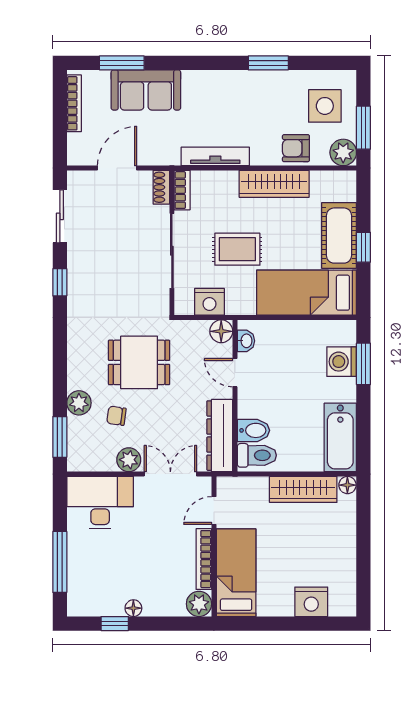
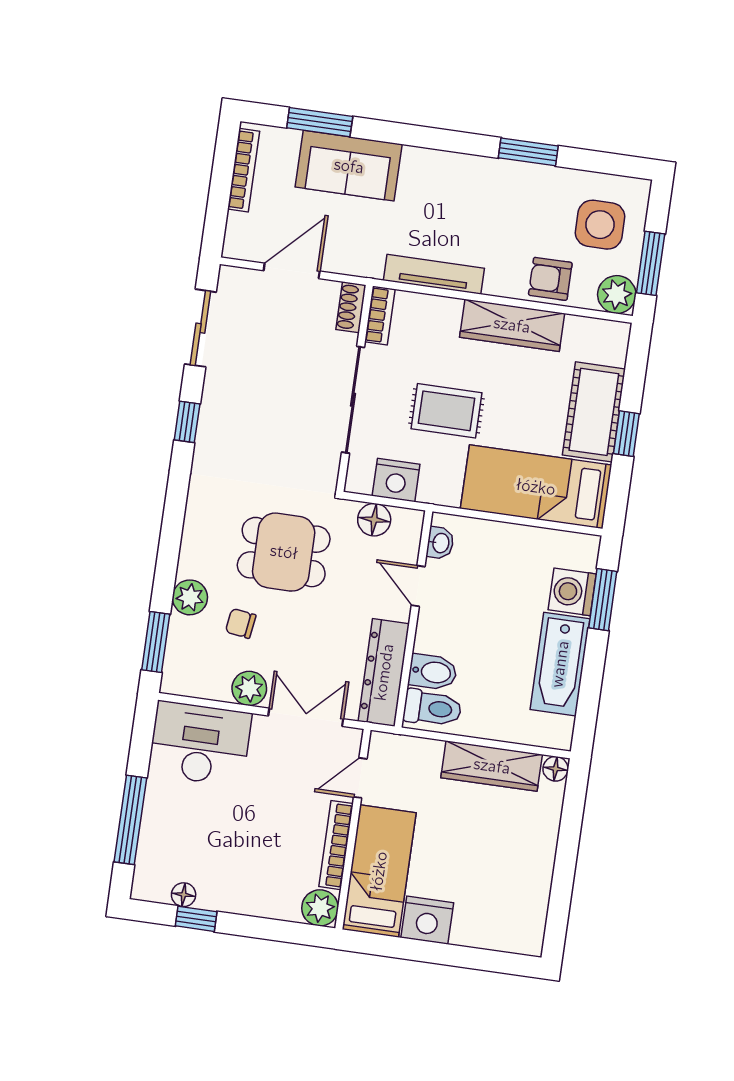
floor lamp: (221, 331) -> (374, 520), moved
bathtub: (340, 437) -> (560, 664), moved
nightstand: (311, 602) -> (427, 920), moved
floor lamp: (133, 608) -> (184, 895), moved

